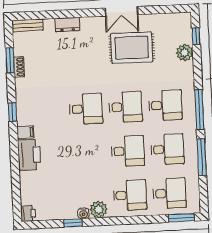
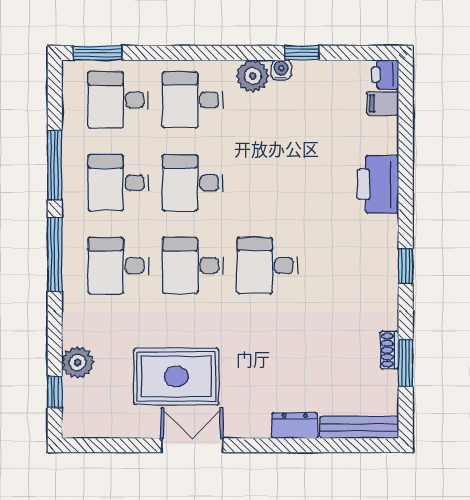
bench: (27, 25) -> (359, 427), width x1.36
filing cabinet: (25, 132) -> (383, 103), moved

